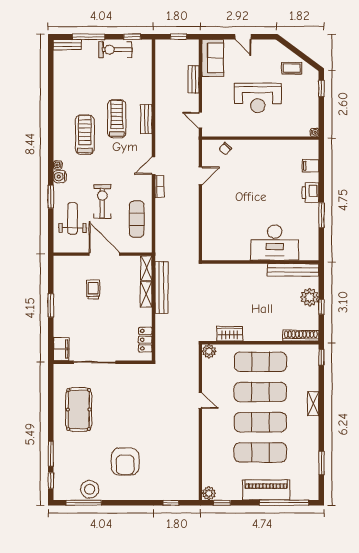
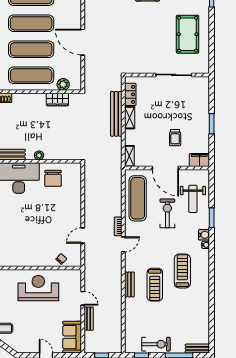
reception desk: (258, 98) -> (38, 288), moved
door: (200, 120) -> (83, 298), moved
treadmill: (85, 135) -> (182, 271), turned 180
exercise bike: (102, 202) -> (167, 213), turned 180
exercise mat: (137, 219) -> (138, 198), width x1.36, depth x1.45
chair: (235, 242) -> (53, 178), added
plant: (251, 269) -> (39, 155), added
bench: (162, 287) -> (116, 114), moved
shelving: (146, 294) -> (130, 118), moved
filing cabinet: (61, 349) -> (199, 160), moved, turned 90
plant: (209, 351) -> (63, 84), moved
door: (200, 400) -> (83, 42), width x1.87

